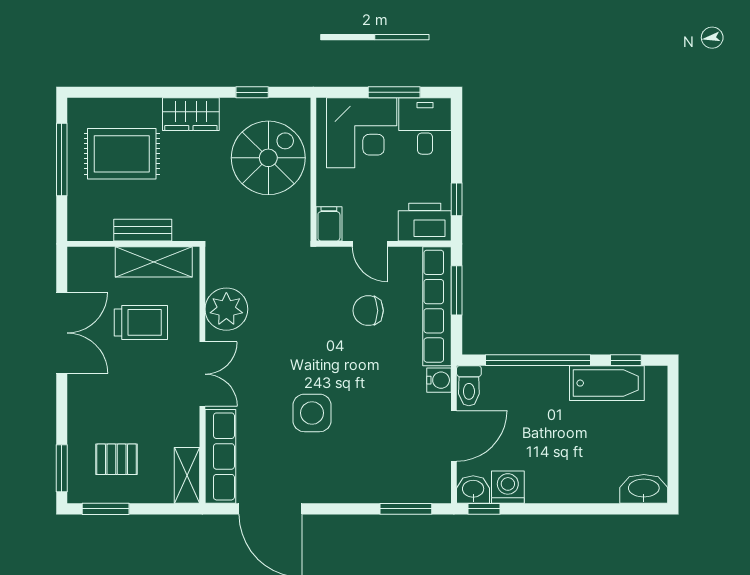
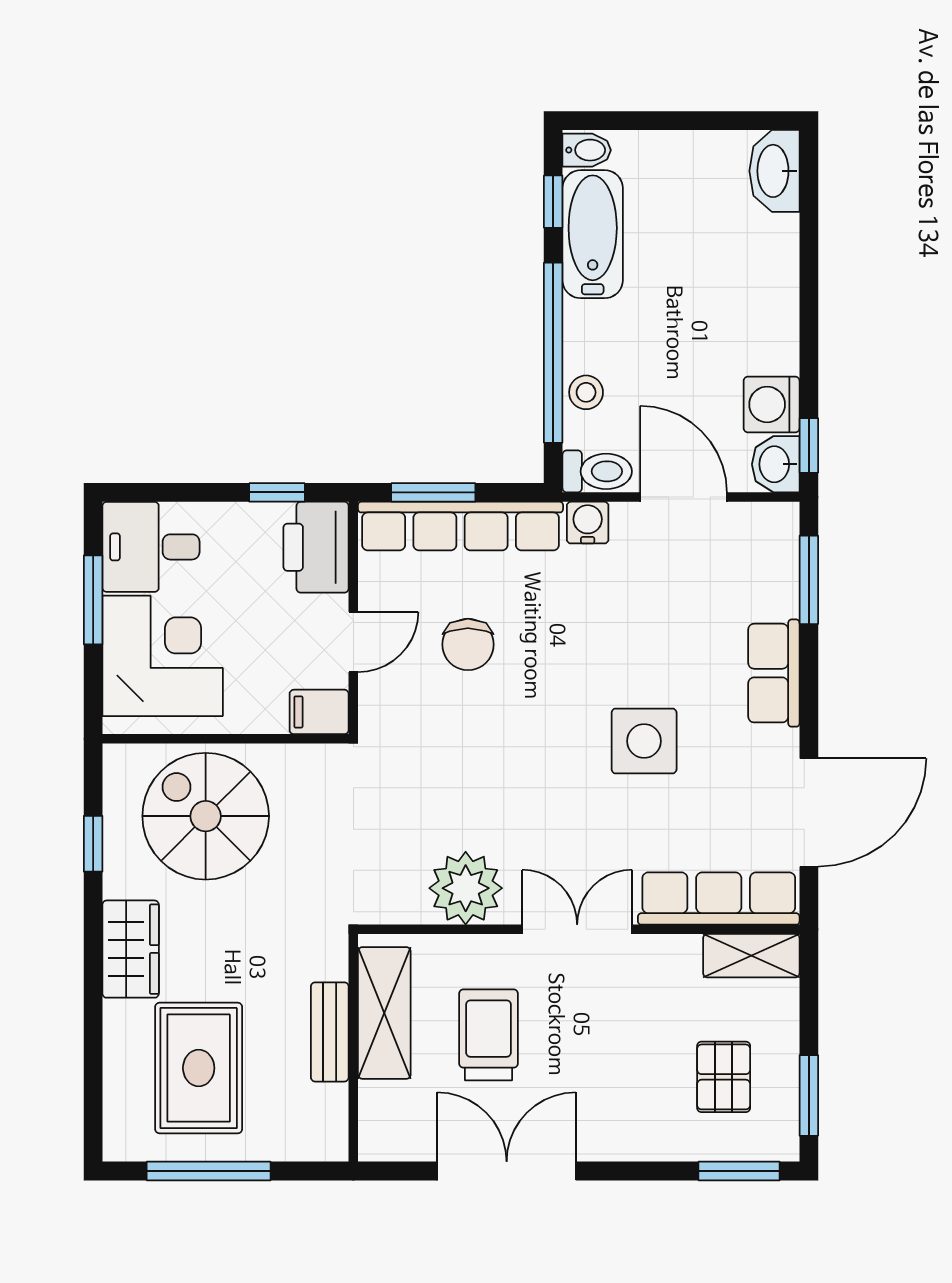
stool: (515, 379) -> (586, 392), added
bidet: (656, 380) -> (587, 150), added
row of seats: (352, 489) -> (774, 673), added

